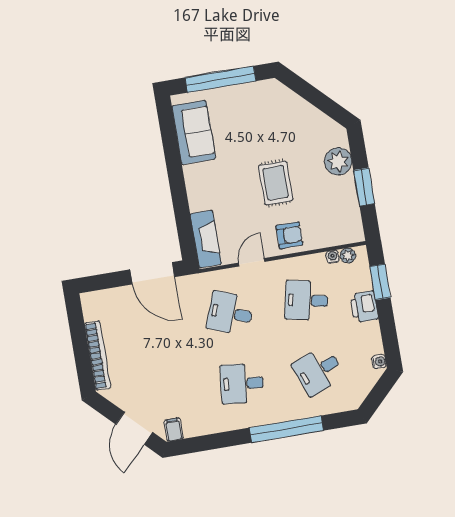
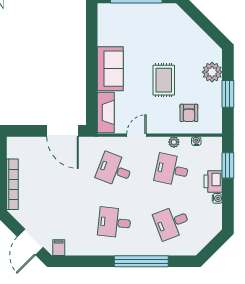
sofa: (194, 132) -> (110, 69), moved
armchair: (289, 235) -> (189, 113), moved, turned 90
plant: (348, 256) -> (174, 142), moved
water cooler: (379, 362) -> (217, 198), moved

